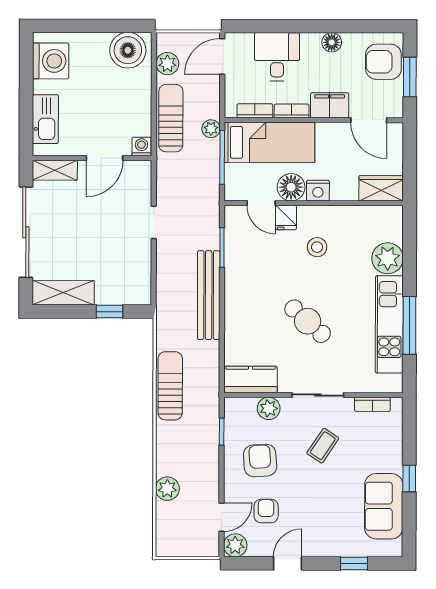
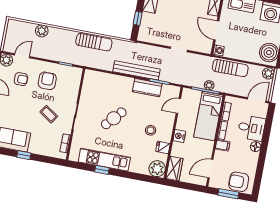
floor lamp: (332, 42) -> (256, 147), moved
door: (222, 57) -> (257, 100), hinge flipped
armchair: (383, 62) -> (239, 182), turned -90
plant: (167, 64) -> (268, 73), moved
filing cabinet: (330, 105) -> (223, 145), width x0.50
plant: (211, 129) -> (209, 85), moved
floor lamp: (291, 187) -> (184, 123), removed
fridge: (286, 218) -> (163, 147), moved
plant: (388, 258) -> (157, 169), moved
window: (409, 325) -> (102, 170), width x0.46
kitchen counter: (250, 379) -> (147, 88), moved, turned 90
plant: (269, 408) -> (73, 90), removed
armchair: (260, 460) -> (47, 81), turned -86
door: (221, 517) -> (22, 56), swing flipped

